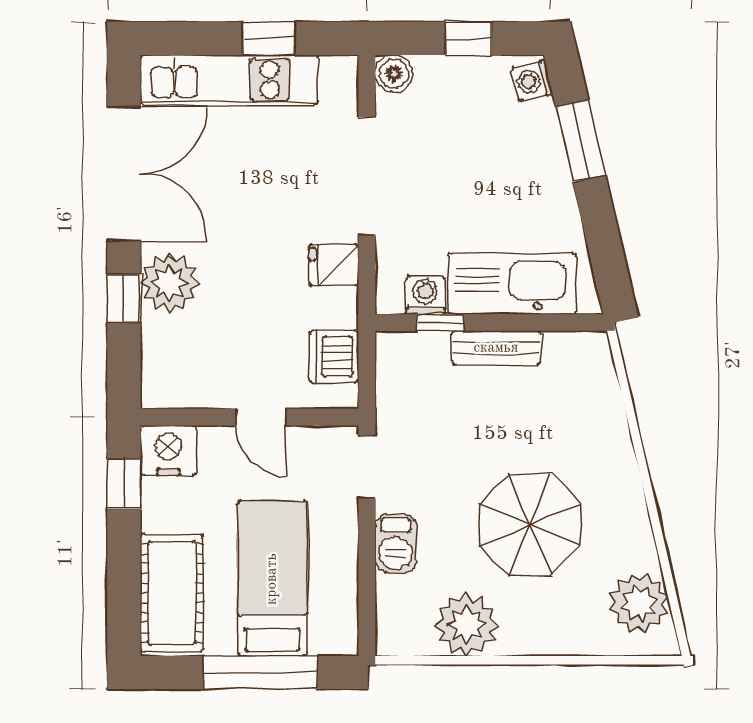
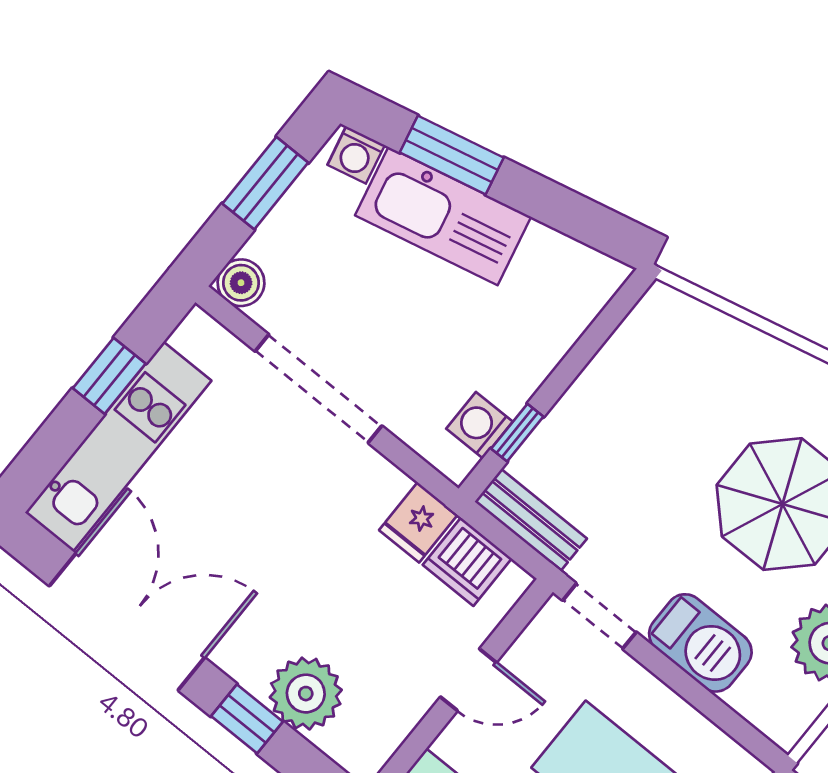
window: (469, 38) -> (265, 183), width x1.50
fridge: (334, 265) -> (418, 522), moved
plant: (170, 283) -> (306, 694), moved
kitchen sink: (512, 284) -> (443, 216), moved, turned -103
bench: (496, 348) -> (531, 520), moved, turned 90
barbecue: (396, 544) -> (700, 643), width x1.38, depth x1.27

